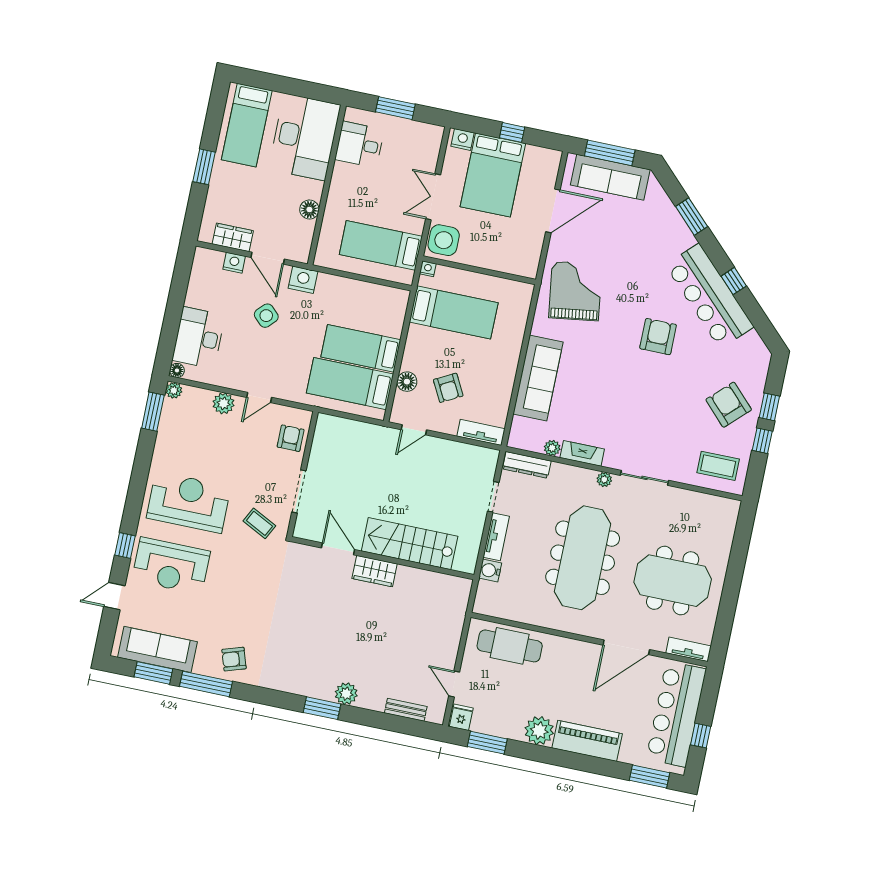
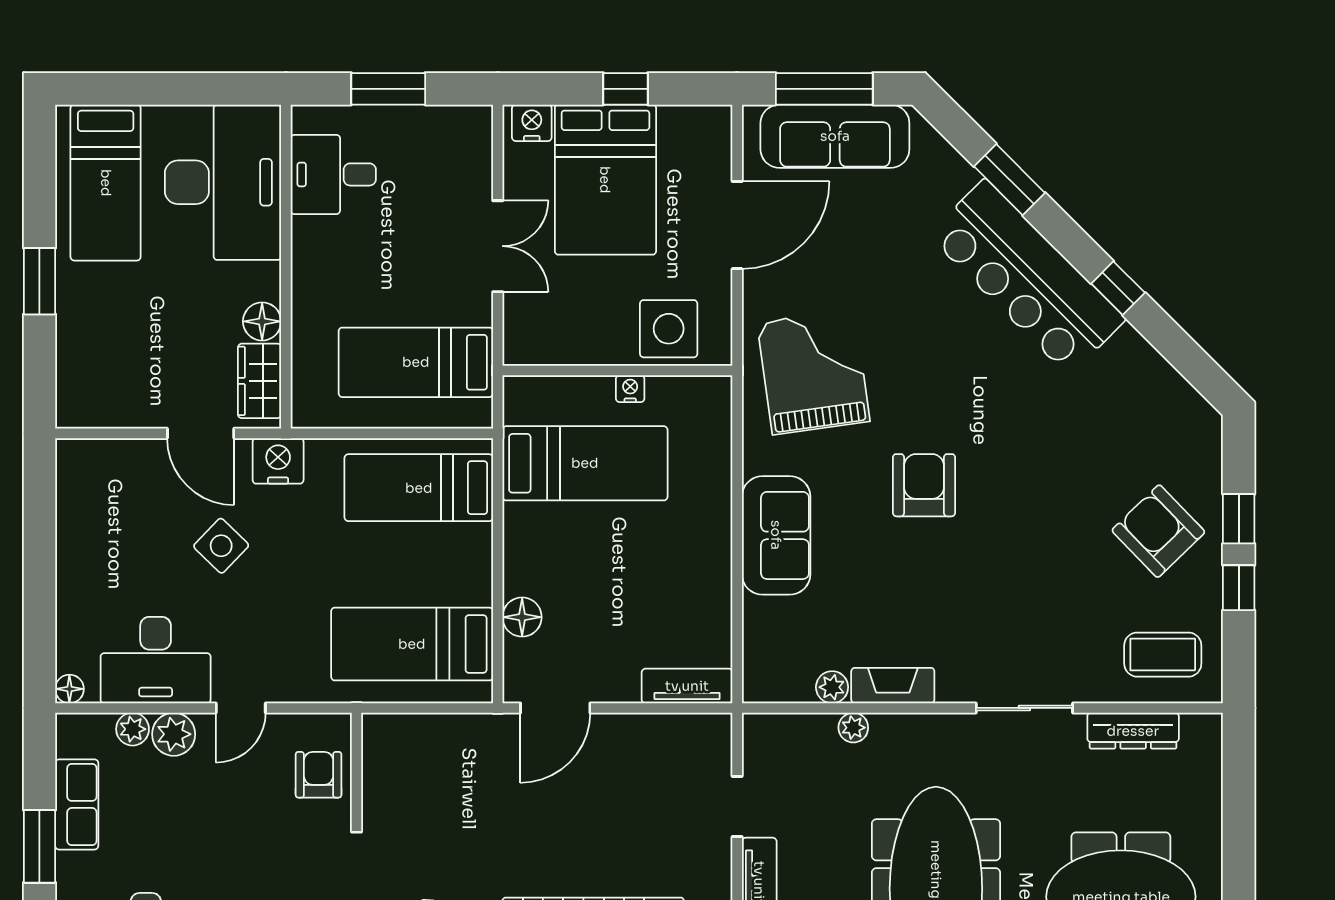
double door: (433, 197) -> (498, 246), swing flipped
wardrobe: (233, 237) -> (260, 381), moved, turned -90
side table: (444, 240) -> (669, 329), moved
nightstand: (234, 263) -> (137, 456), removed
nightstand: (428, 269) -> (630, 389), moved
bar counter: (710, 296) -> (1027, 277), moved
armchair: (658, 337) -> (924, 485), moved
desk: (199, 338) -> (156, 660), moved, turned -90
bed: (361, 348) -> (419, 488), moved
sofa: (538, 378) -> (776, 535), width x0.73
armchair: (448, 388) -> (605, 612), removed
plant: (174, 390) -> (133, 729), moved
window: (153, 412) -> (39, 846), moved
row of seats: (169, 428) -> (77, 804), added
door: (414, 430) -> (555, 708), width x1.38
dresser: (527, 465) -> (1133, 731), moved
plant: (604, 480) -> (853, 728), moved

